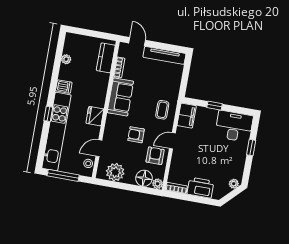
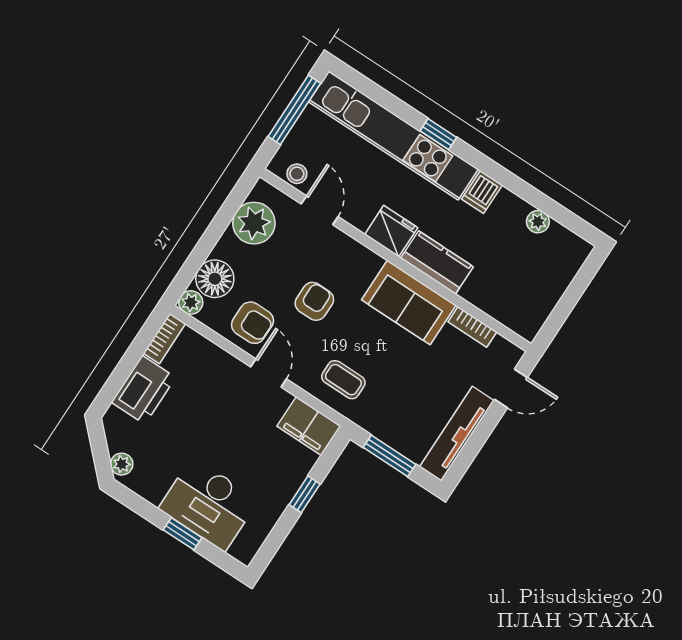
kitchen counter: (106, 58) -> (437, 262), moved
window: (185, 78) -> (390, 456), added
desk: (234, 126) -> (208, 504), moved, turned 90

